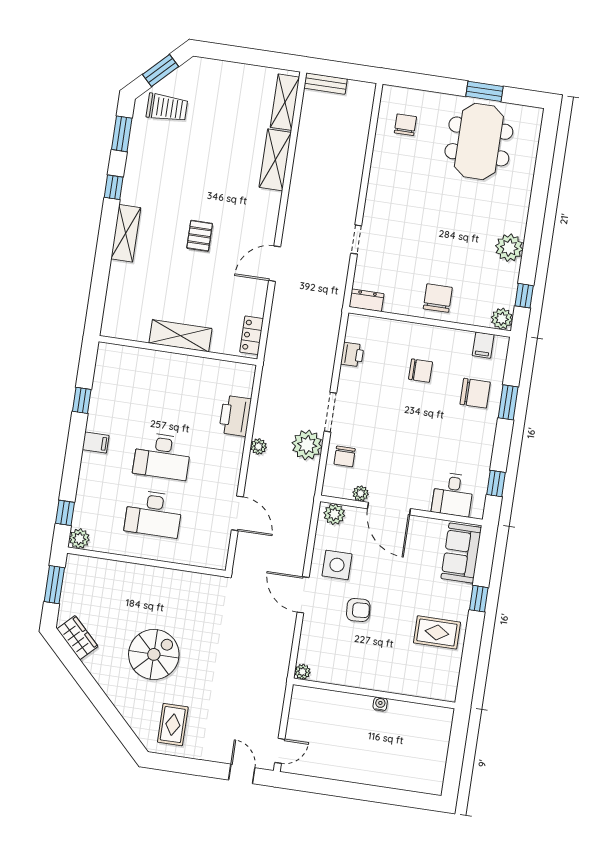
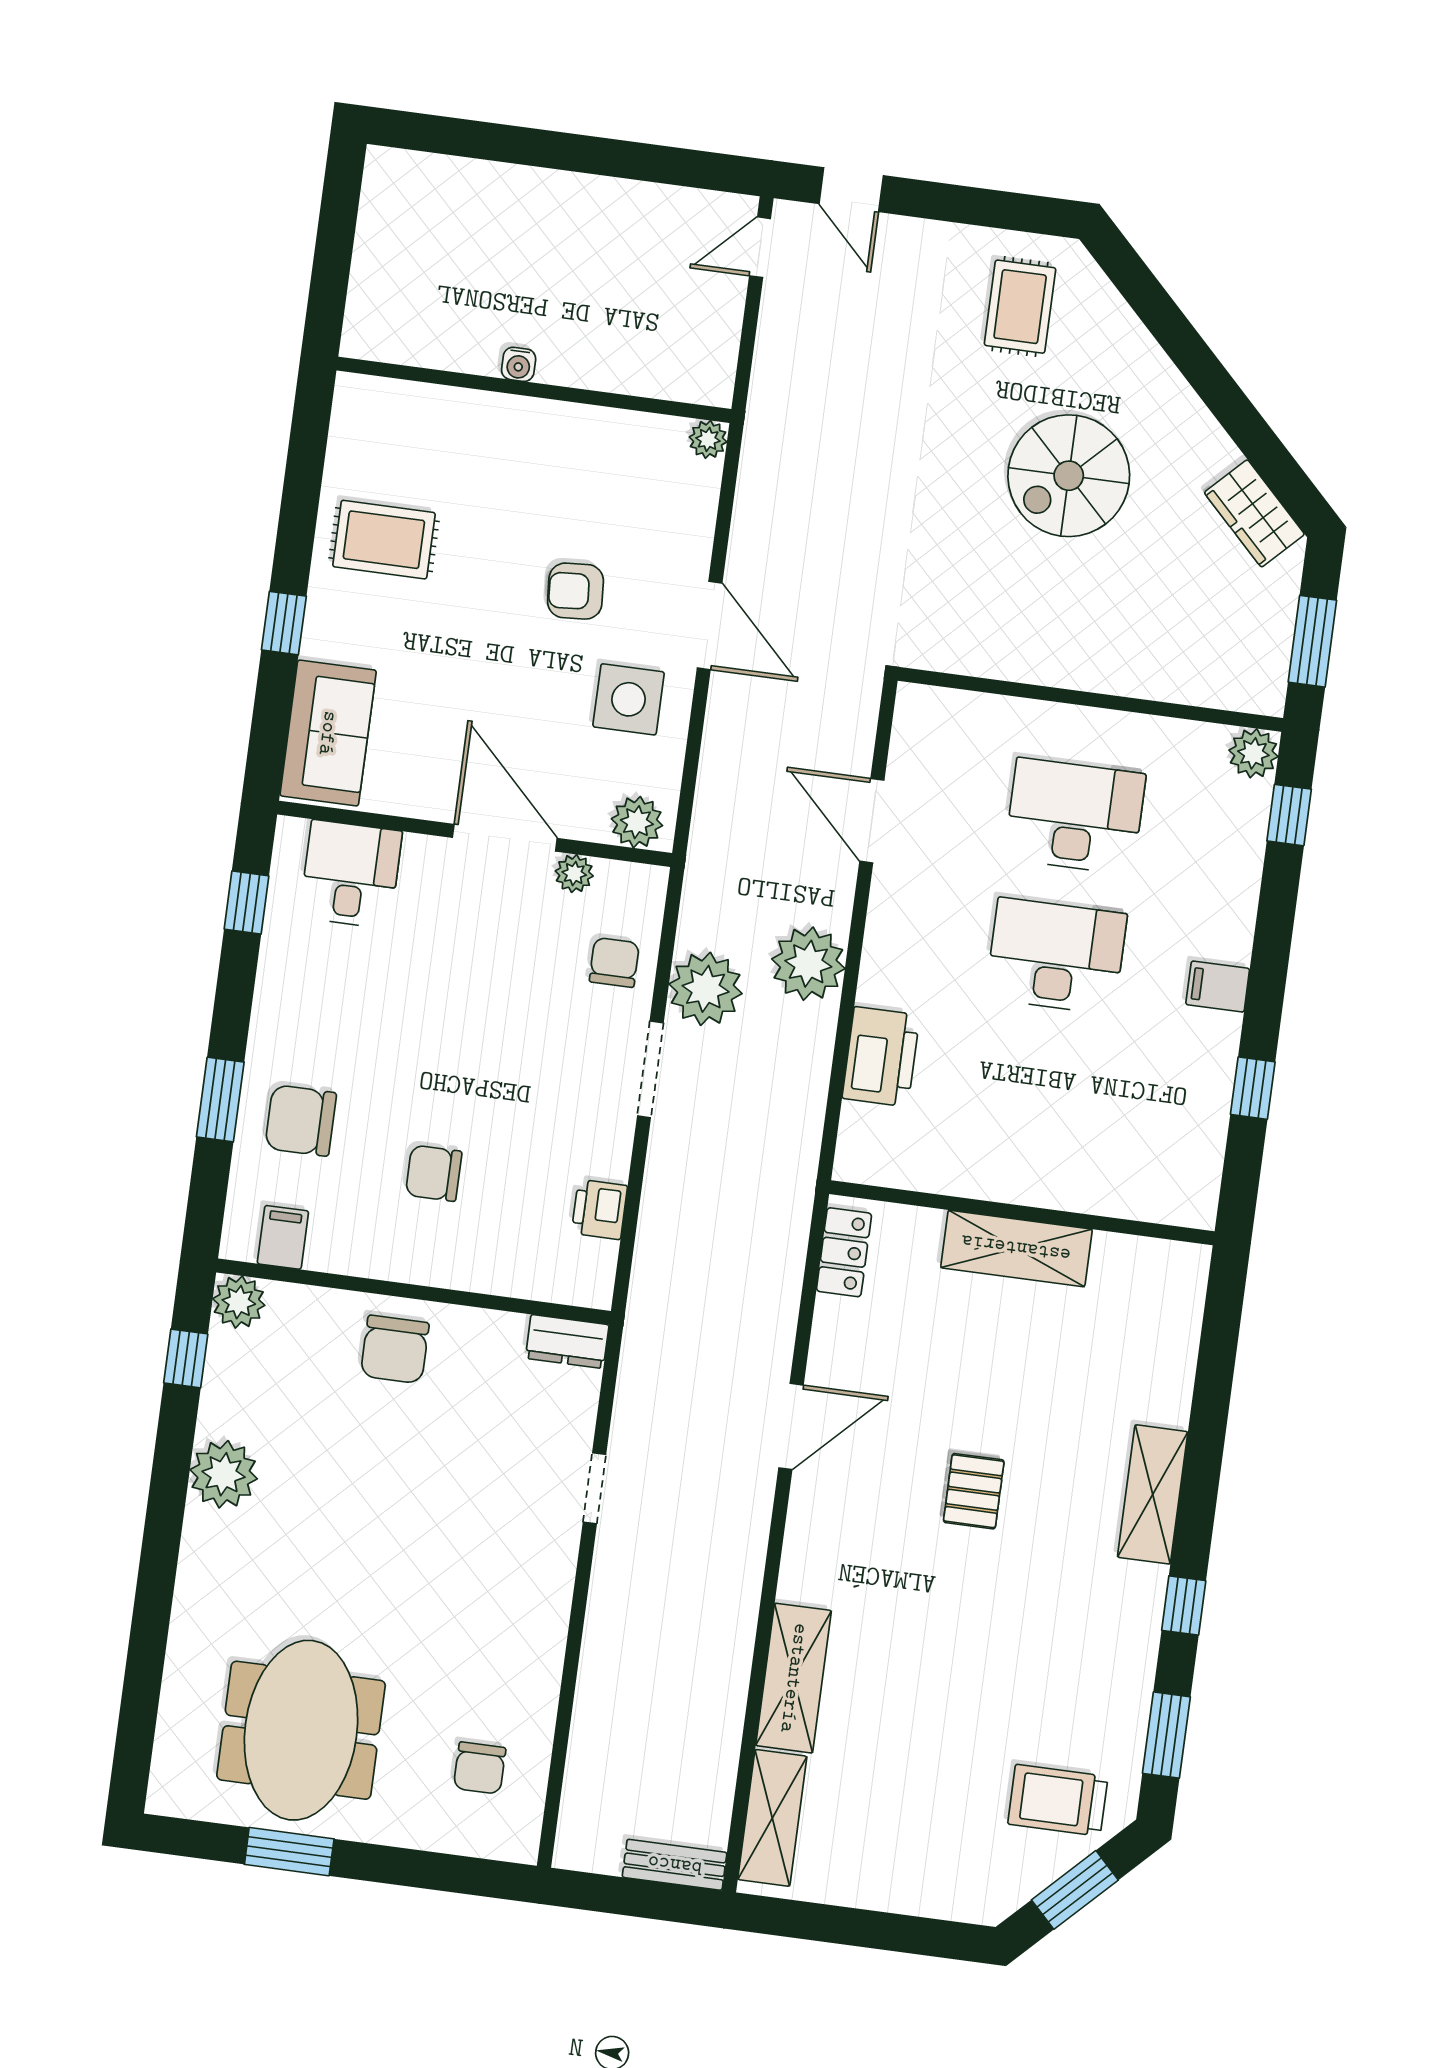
plant: (258, 447) -> (808, 964), width x1.87, depth x1.87

